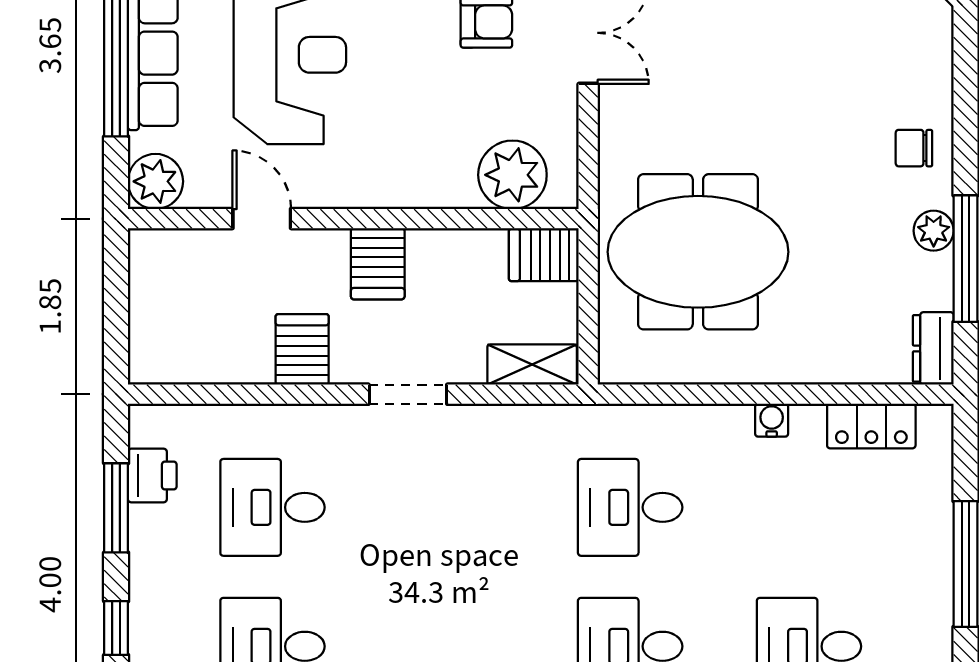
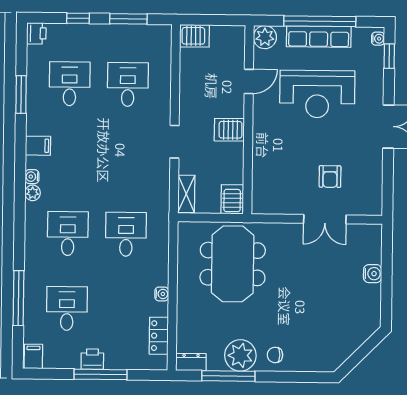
chair: (914, 148) -> (275, 355), turned -90
plant: (512, 175) -> (266, 187), removed
plant: (934, 231) -> (240, 355), width x1.87, depth x1.87
server rack: (302, 349) -> (195, 36), moved
printer: (152, 476) -> (92, 359), moved, turned 180

